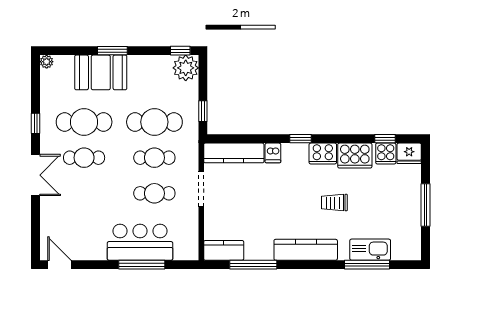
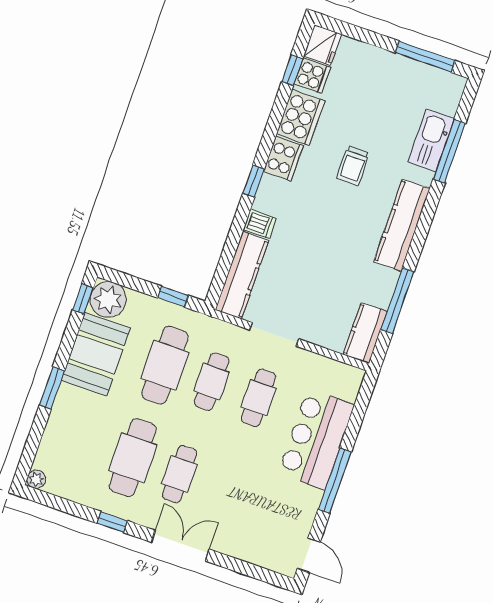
booth: (101, 72) -> (96, 354), moved
window: (426, 205) -> (425, 57), moved
door: (59, 265) -> (309, 555), swing flipped
window: (142, 265) -> (335, 481), moved

